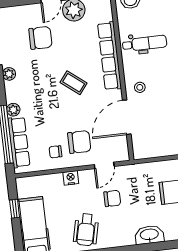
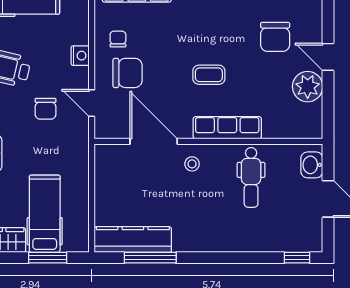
row of seats: (109, 56) -> (227, 128), width x0.73
coffee table: (74, 83) -> (209, 75), turned 52
chair: (79, 142) -> (128, 73), turned -90

